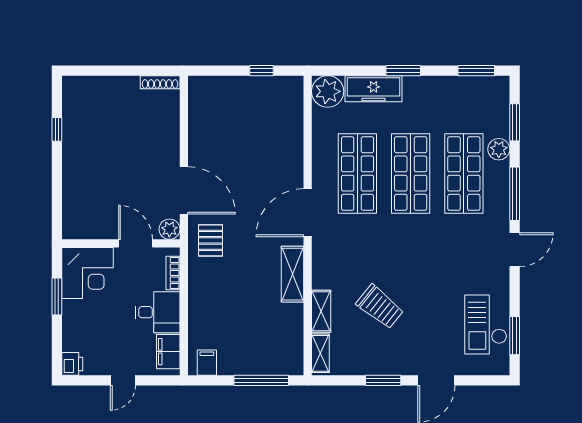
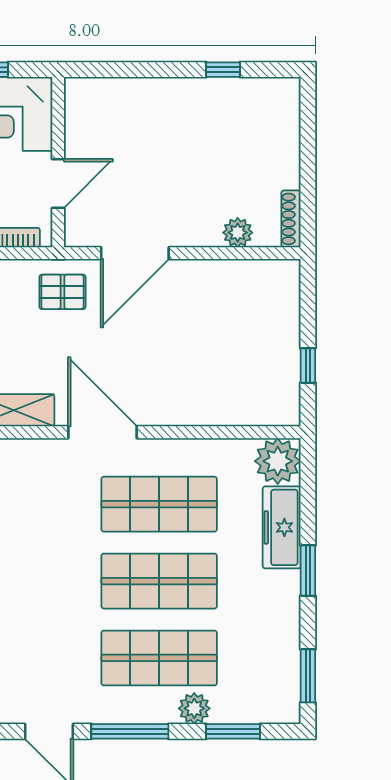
plant: (169, 229) -> (238, 233), moved

